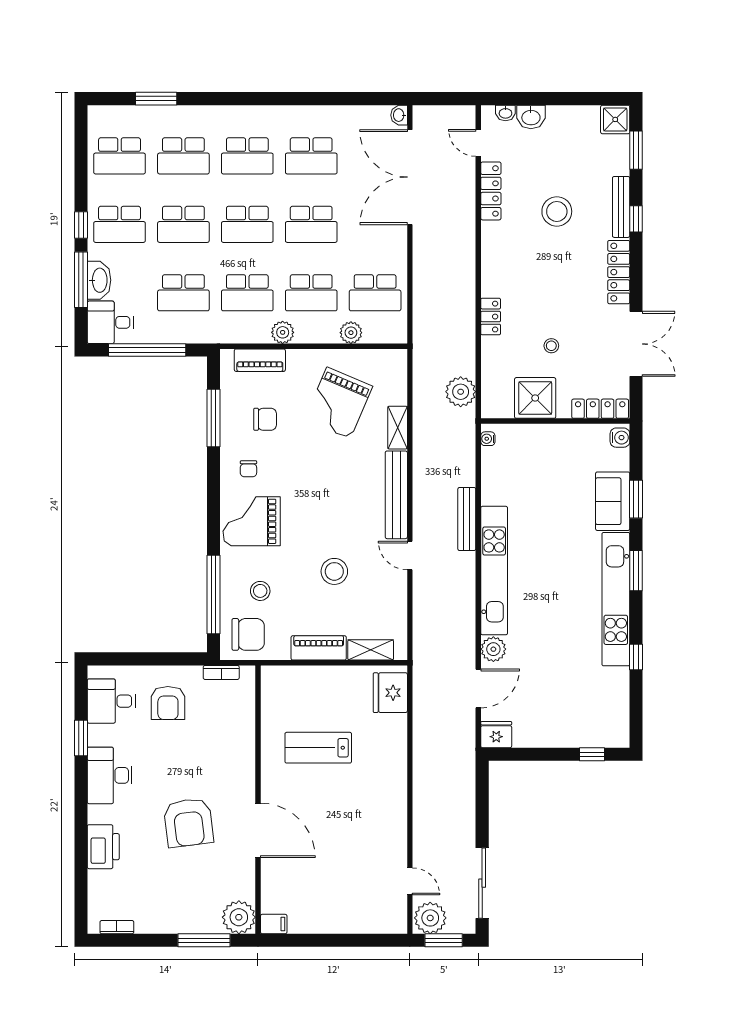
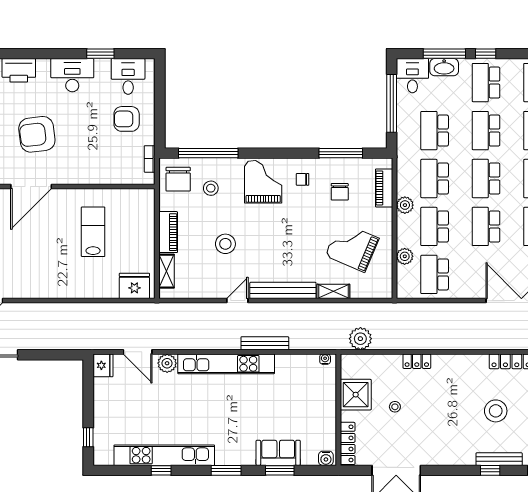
locker: (619, 272) -> (450, 457), removed
kitchen unit: (616, 599) -> (164, 455), moved

